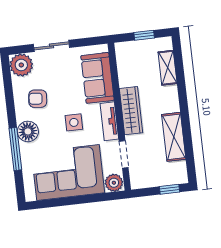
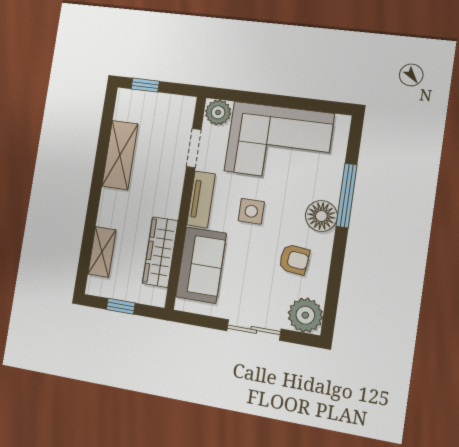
wardrobe: (131, 111) -> (160, 252), moved

